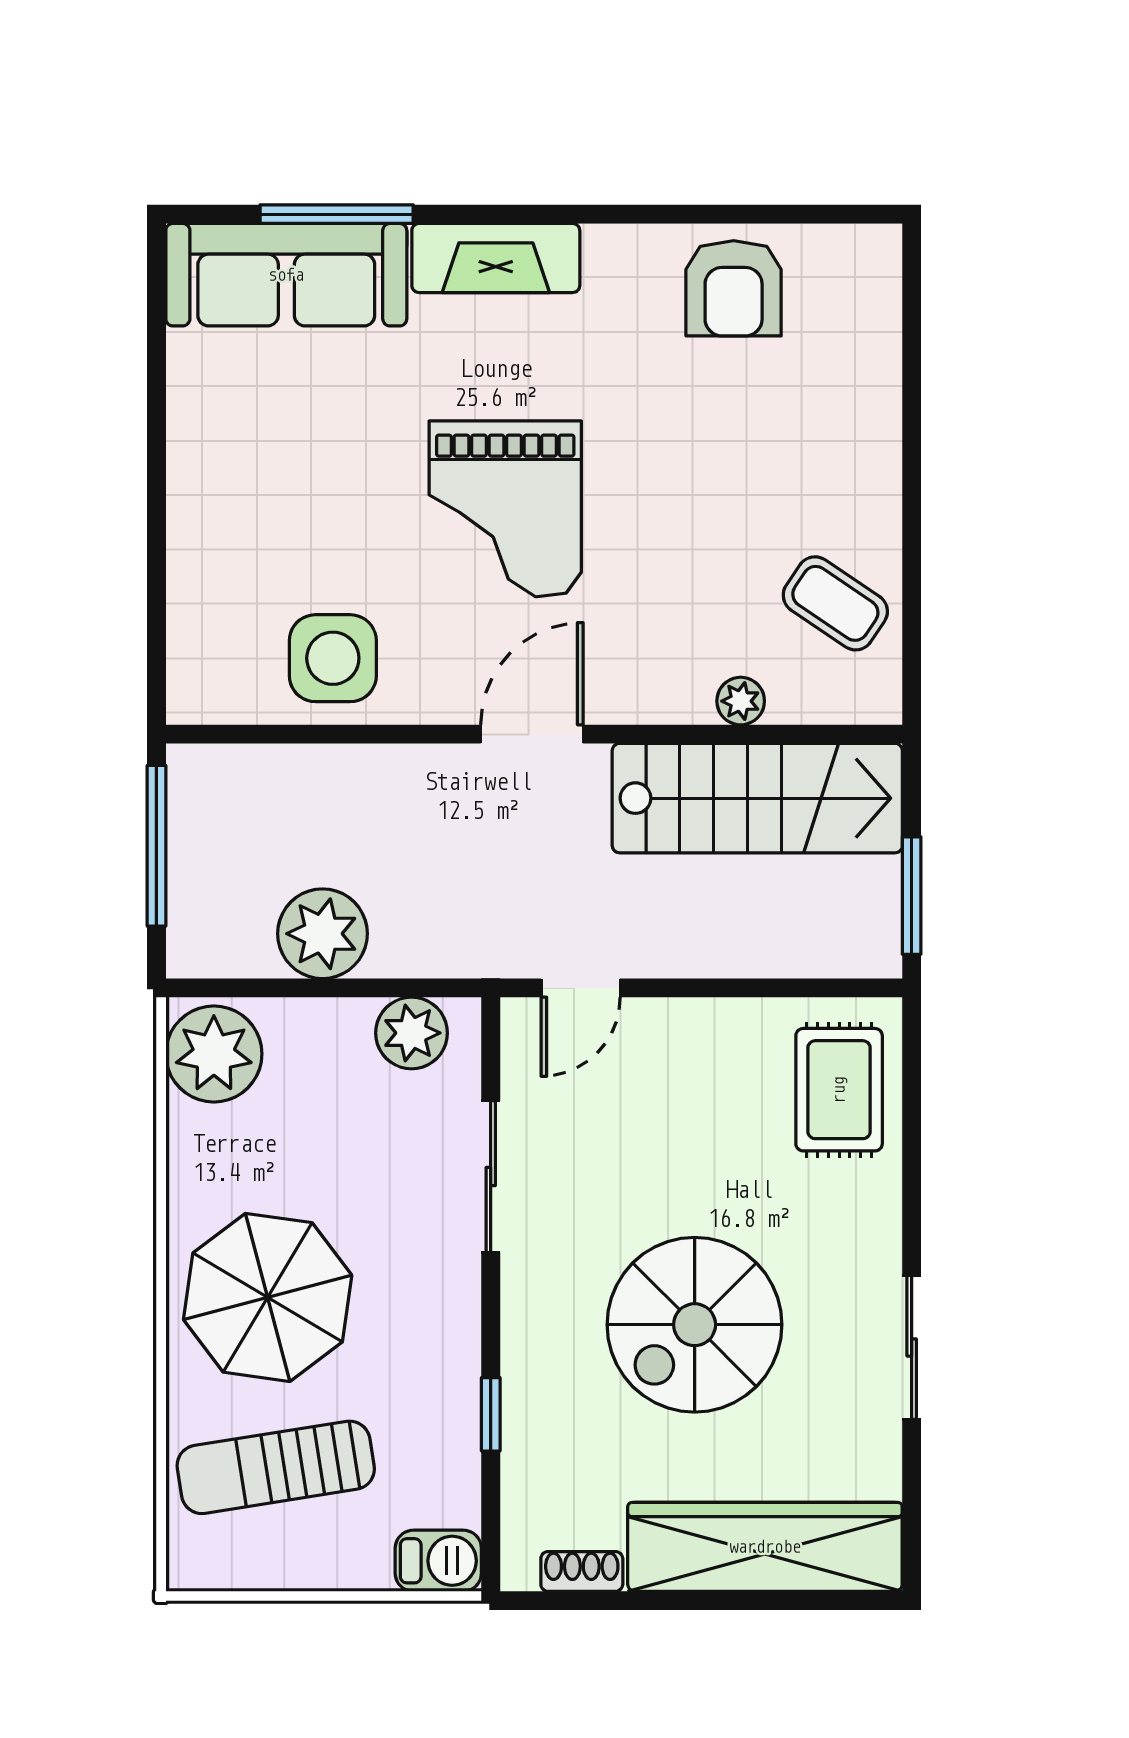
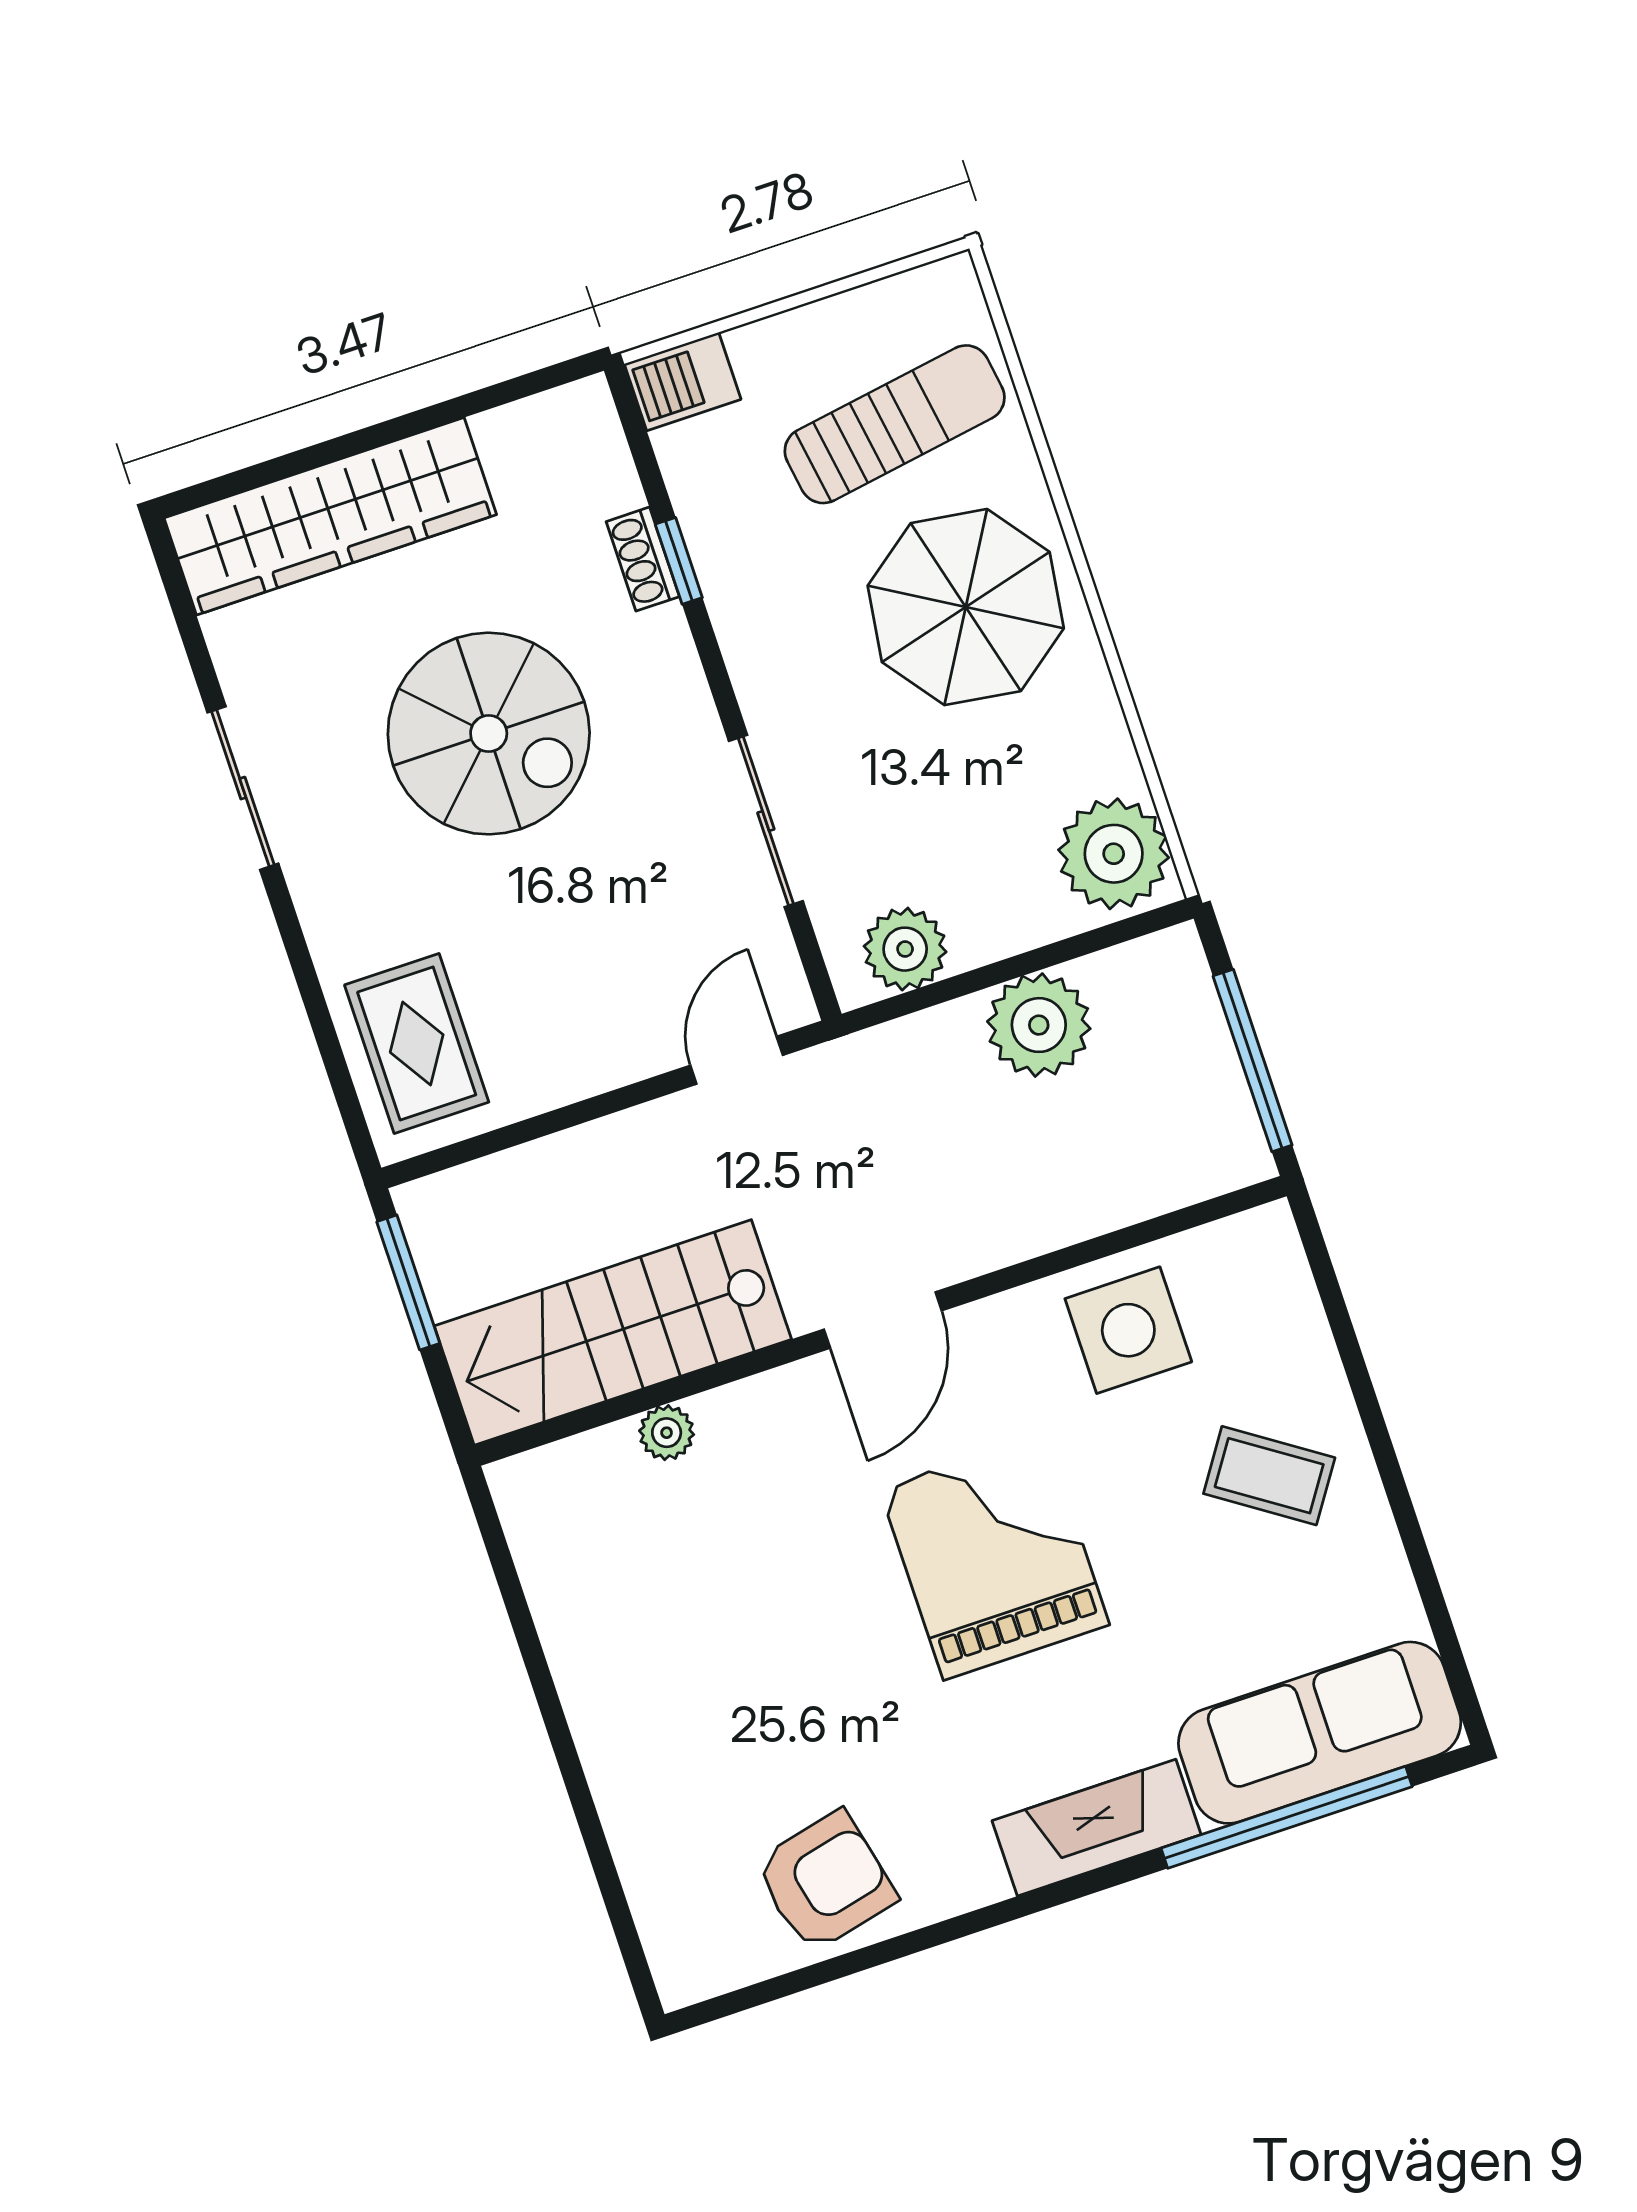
window: (337, 214) -> (1287, 1817), width x1.46
armchair: (734, 288) -> (825, 1881), turned 77
coffee table: (835, 603) -> (1269, 1476), moved
spiral stairs: (695, 1325) -> (489, 734), turned 90
shoe rack: (582, 1571) -> (643, 559), moved, turned 90

